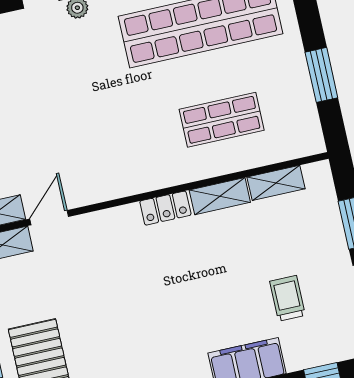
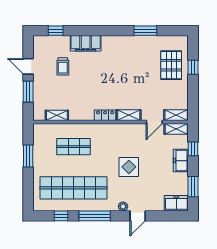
display table: (84, 101) -> (129, 167), added
shelving: (220, 196) -> (129, 115), moved

